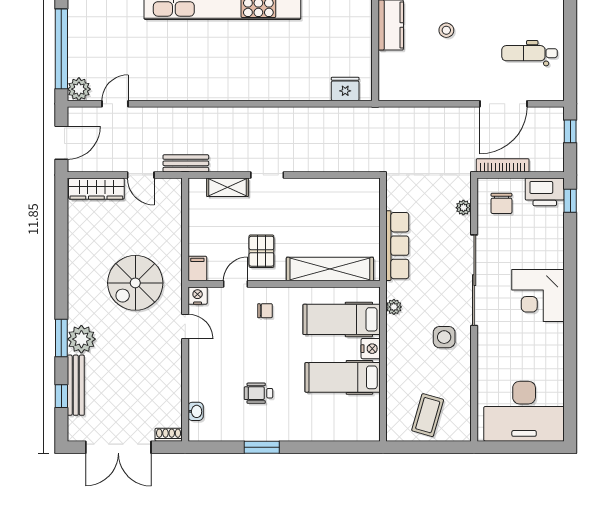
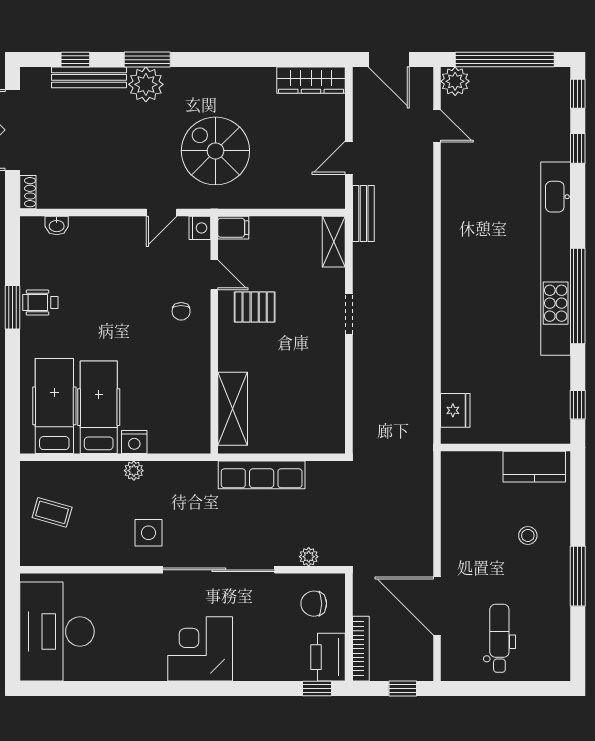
bookcase: (503, 165) -> (361, 649), moved
shelving: (227, 187) -> (334, 242), moved
wardrobe: (96, 189) -> (311, 80), moved, turned -90
shelving: (330, 269) -> (233, 409), width x0.68
plant: (394, 307) -> (134, 471), moved
hospital bed: (342, 319) -> (54, 406), moved
wheelchair: (258, 393) -> (40, 303), moved, turned -90
coffee table: (428, 415) -> (52, 512), width x0.73, depth x0.77

